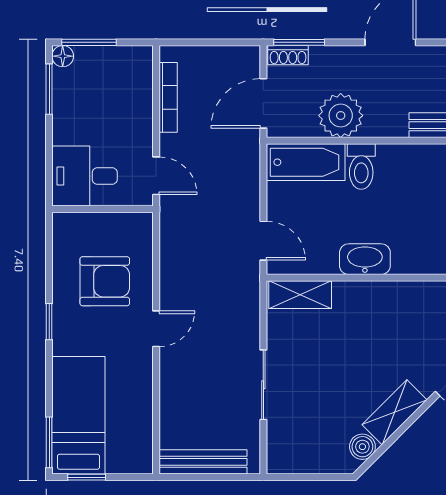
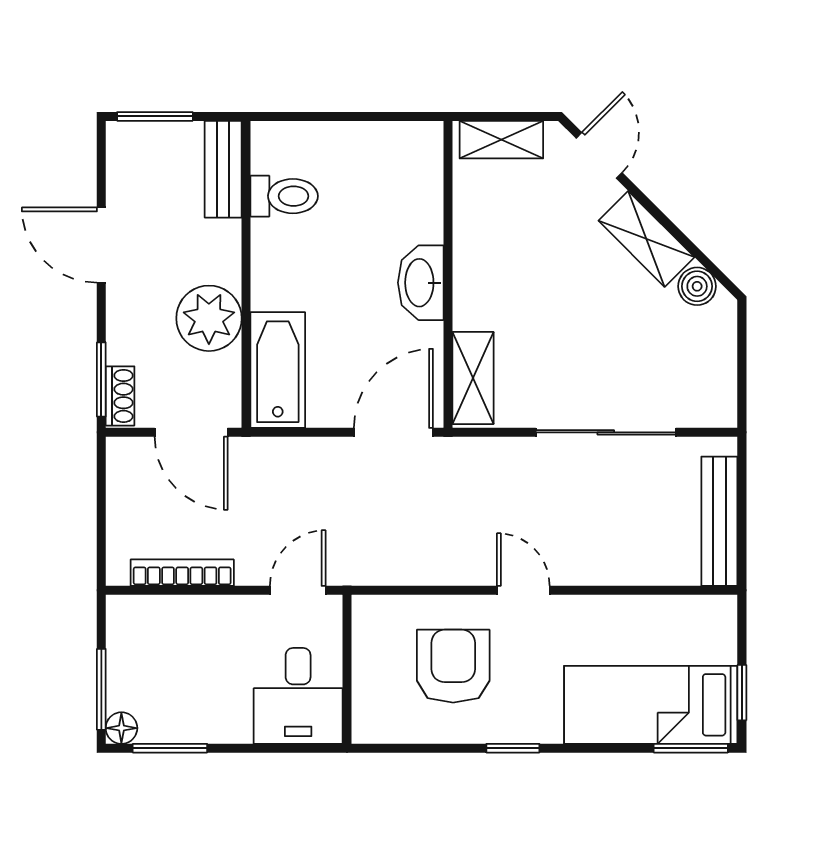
toilet: (361, 167) -> (284, 196), moved
door: (263, 241) -> (393, 432), width x1.38
sliding door: (263, 385) -> (606, 432), width x1.37

